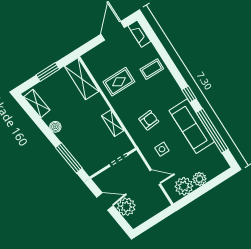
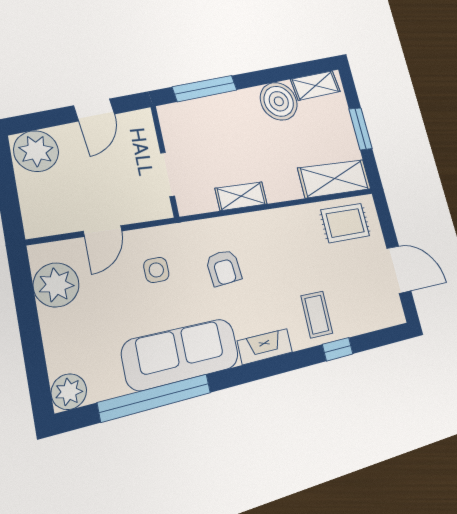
fireplace: (139, 34) -> (265, 346), moved
rug: (119, 82) -> (345, 223), moved, turned 90
window: (189, 94) -> (338, 349), moved
boiler: (55, 127) -> (279, 101), width x1.86, depth x1.86
plant: (199, 179) -> (69, 392), moved
plant: (126, 207) -> (36, 151), moved

